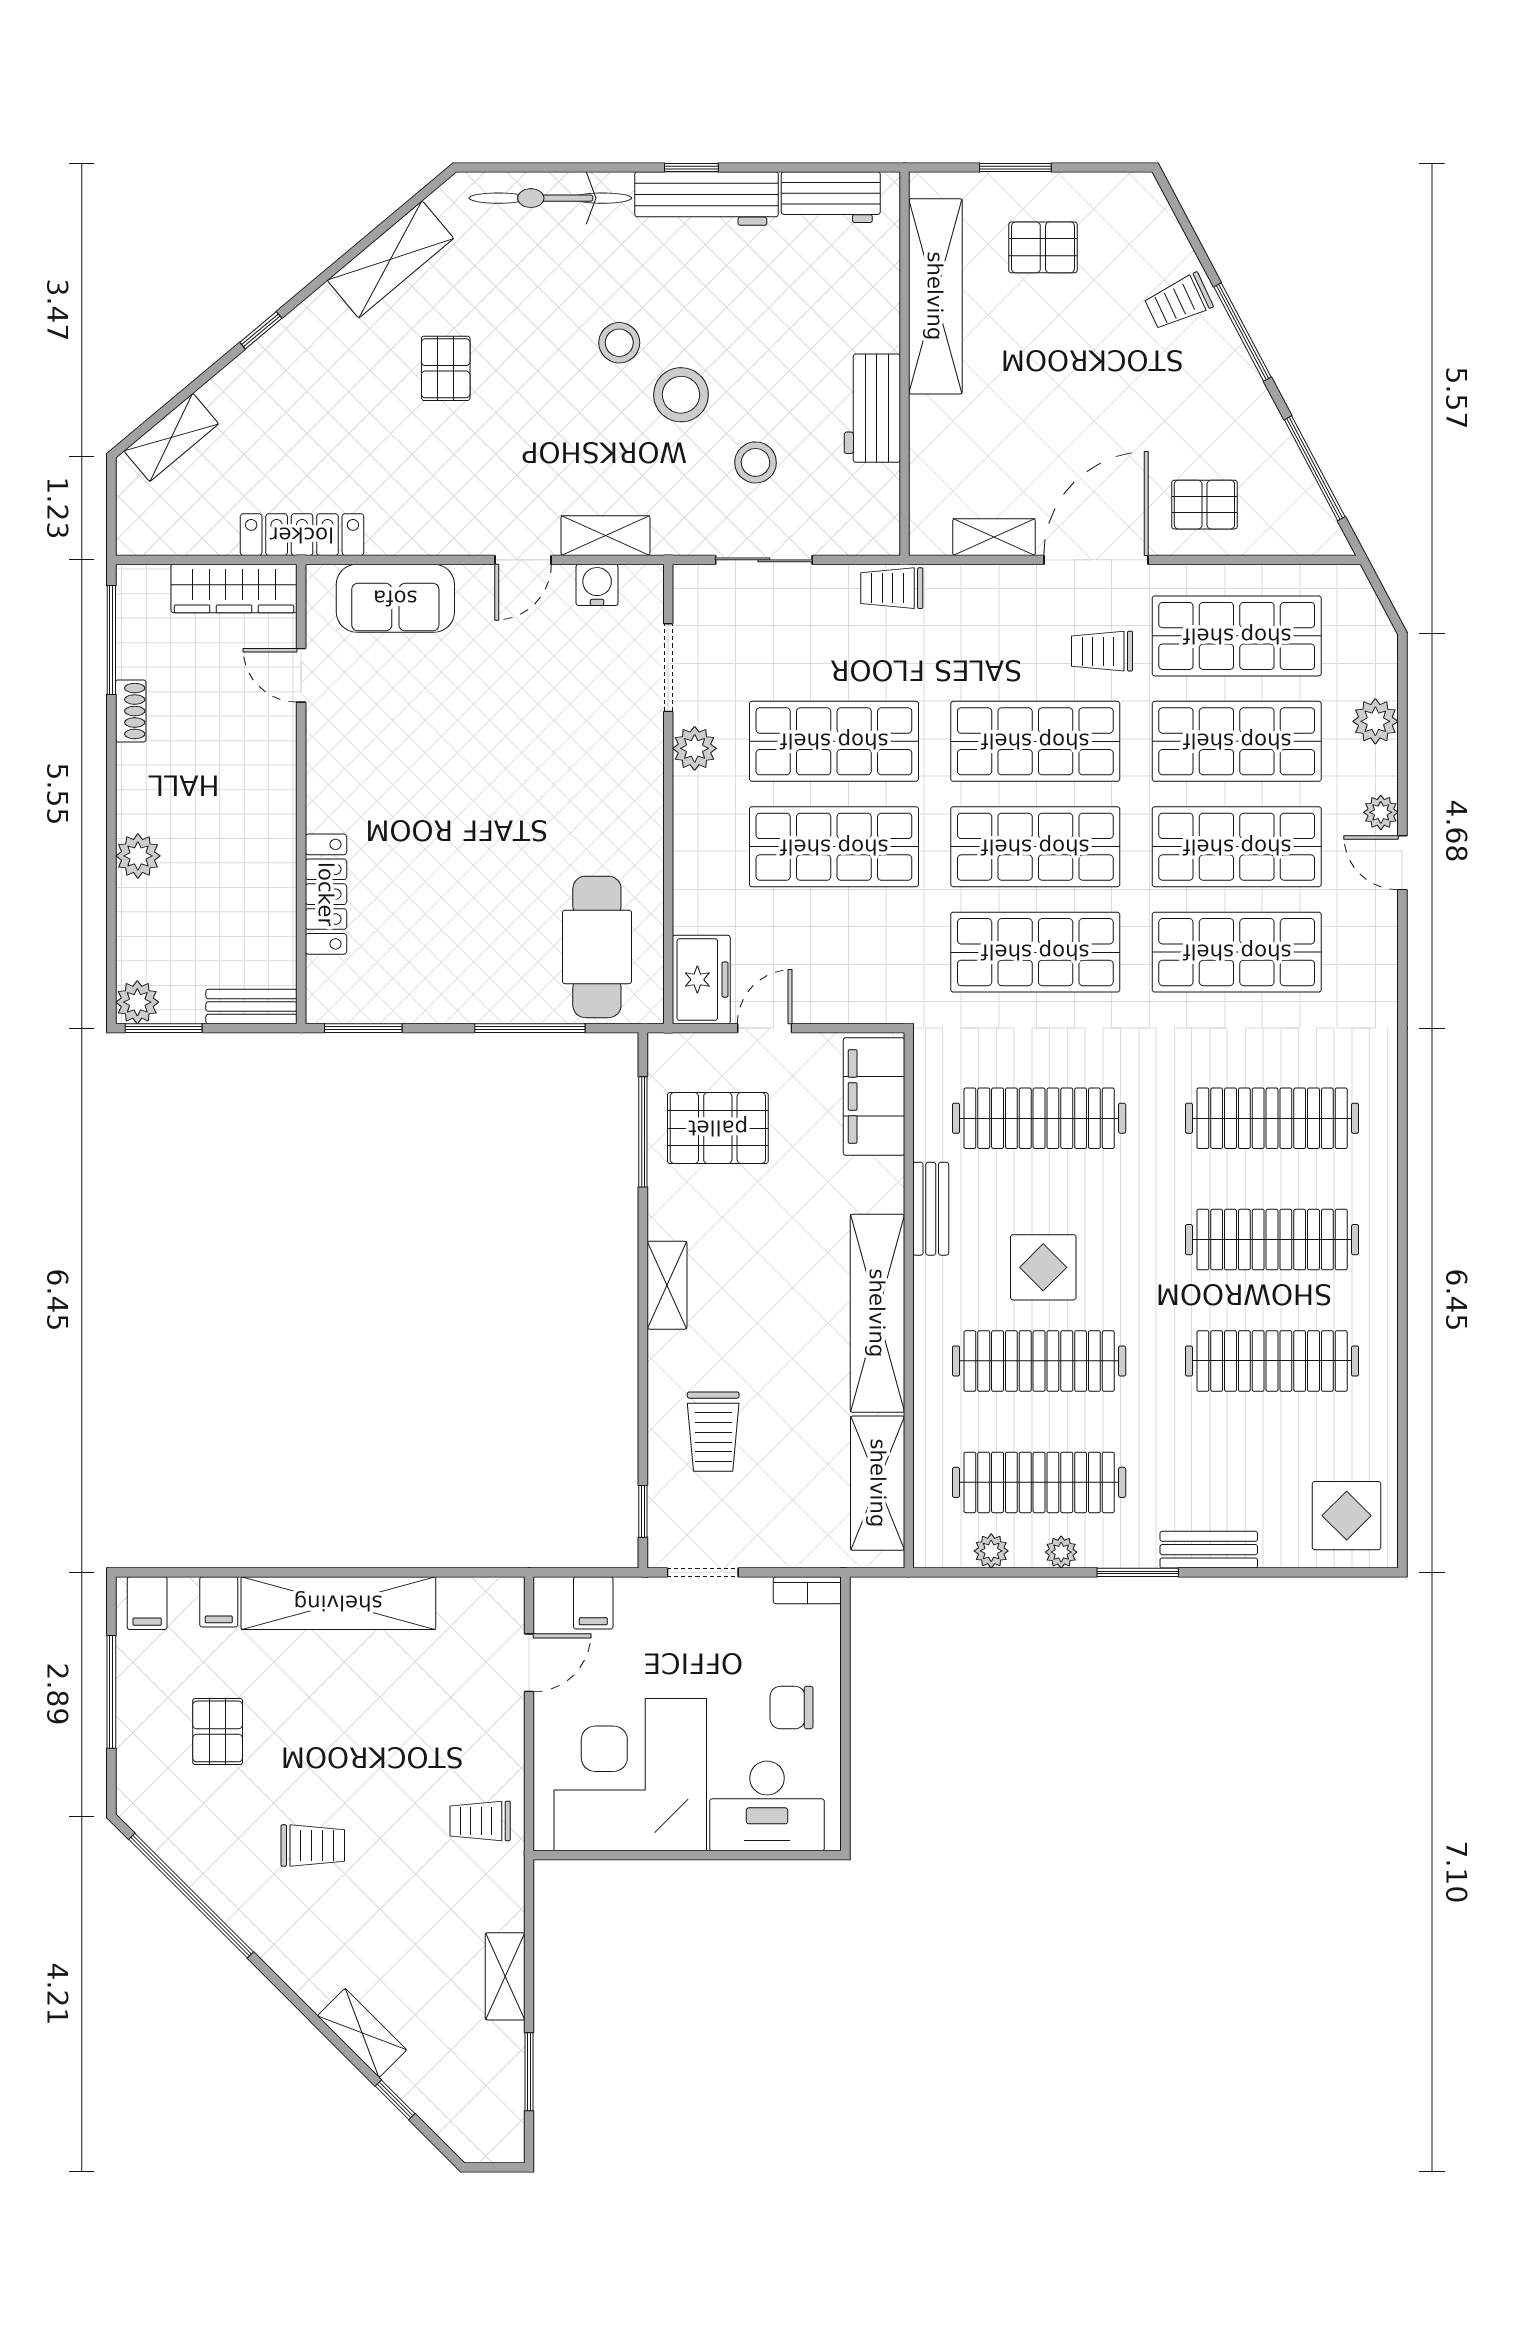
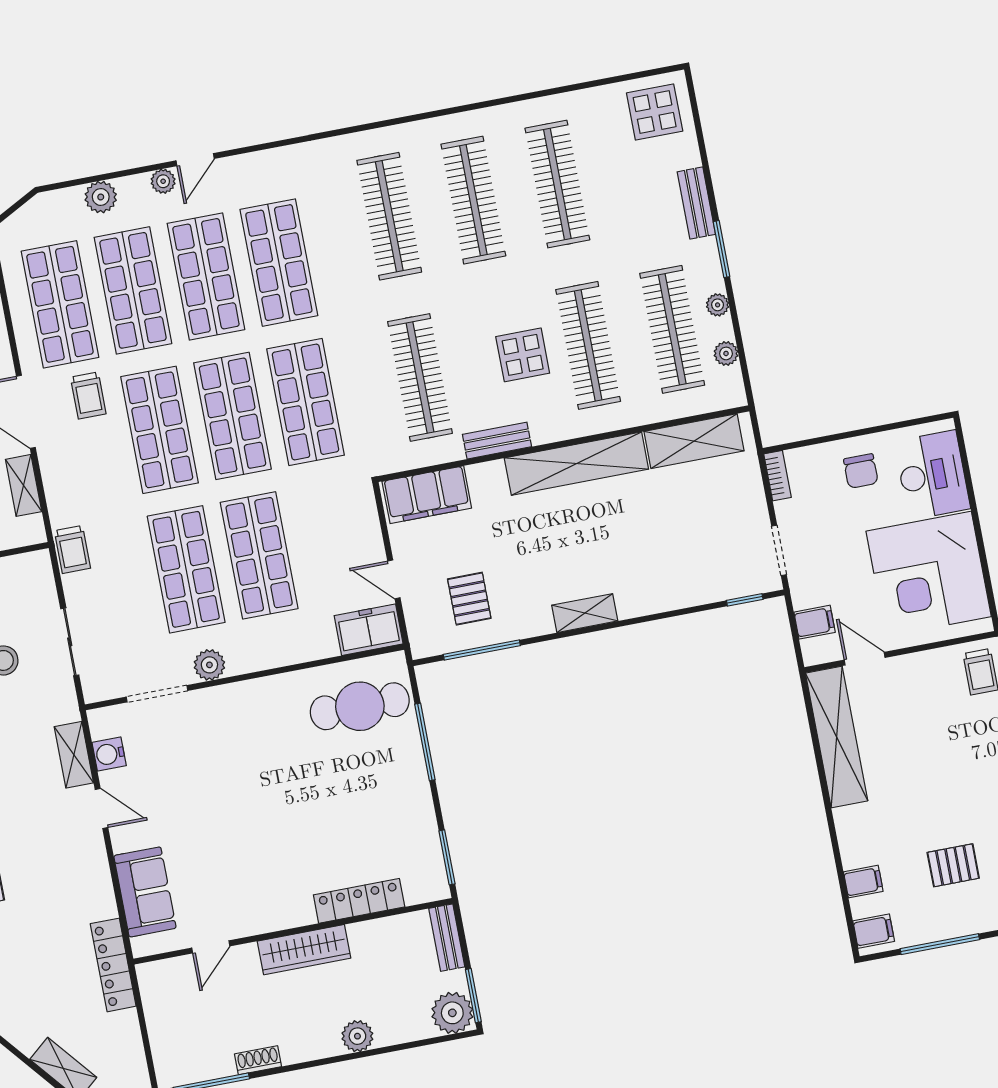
wardrobe: (234, 588) -> (304, 950), moved, turned 90
plant: (137, 1002) -> (452, 1013), width x1.36, depth x1.36
pallet: (718, 1128) -> (469, 599), width x0.67, depth x0.71
trolley: (713, 1432) -> (680, 562), removed
shelving: (338, 1603) -> (837, 737), moved

